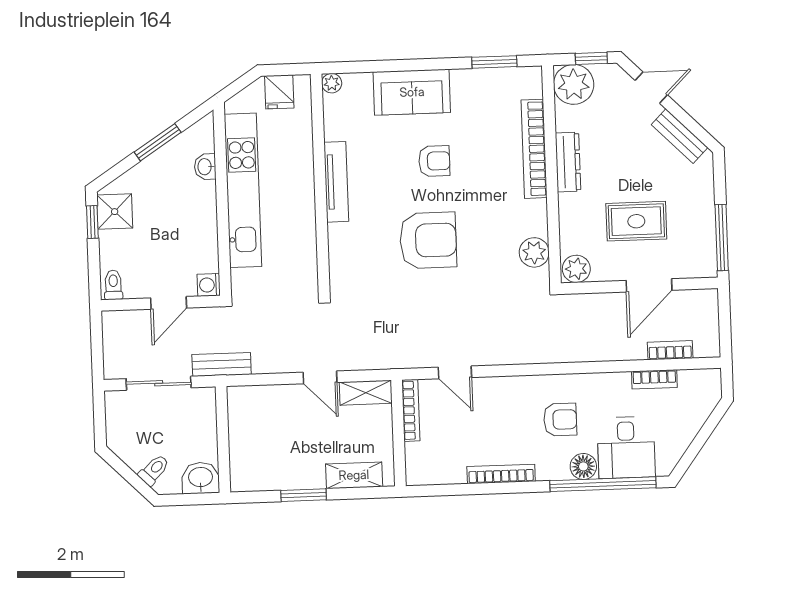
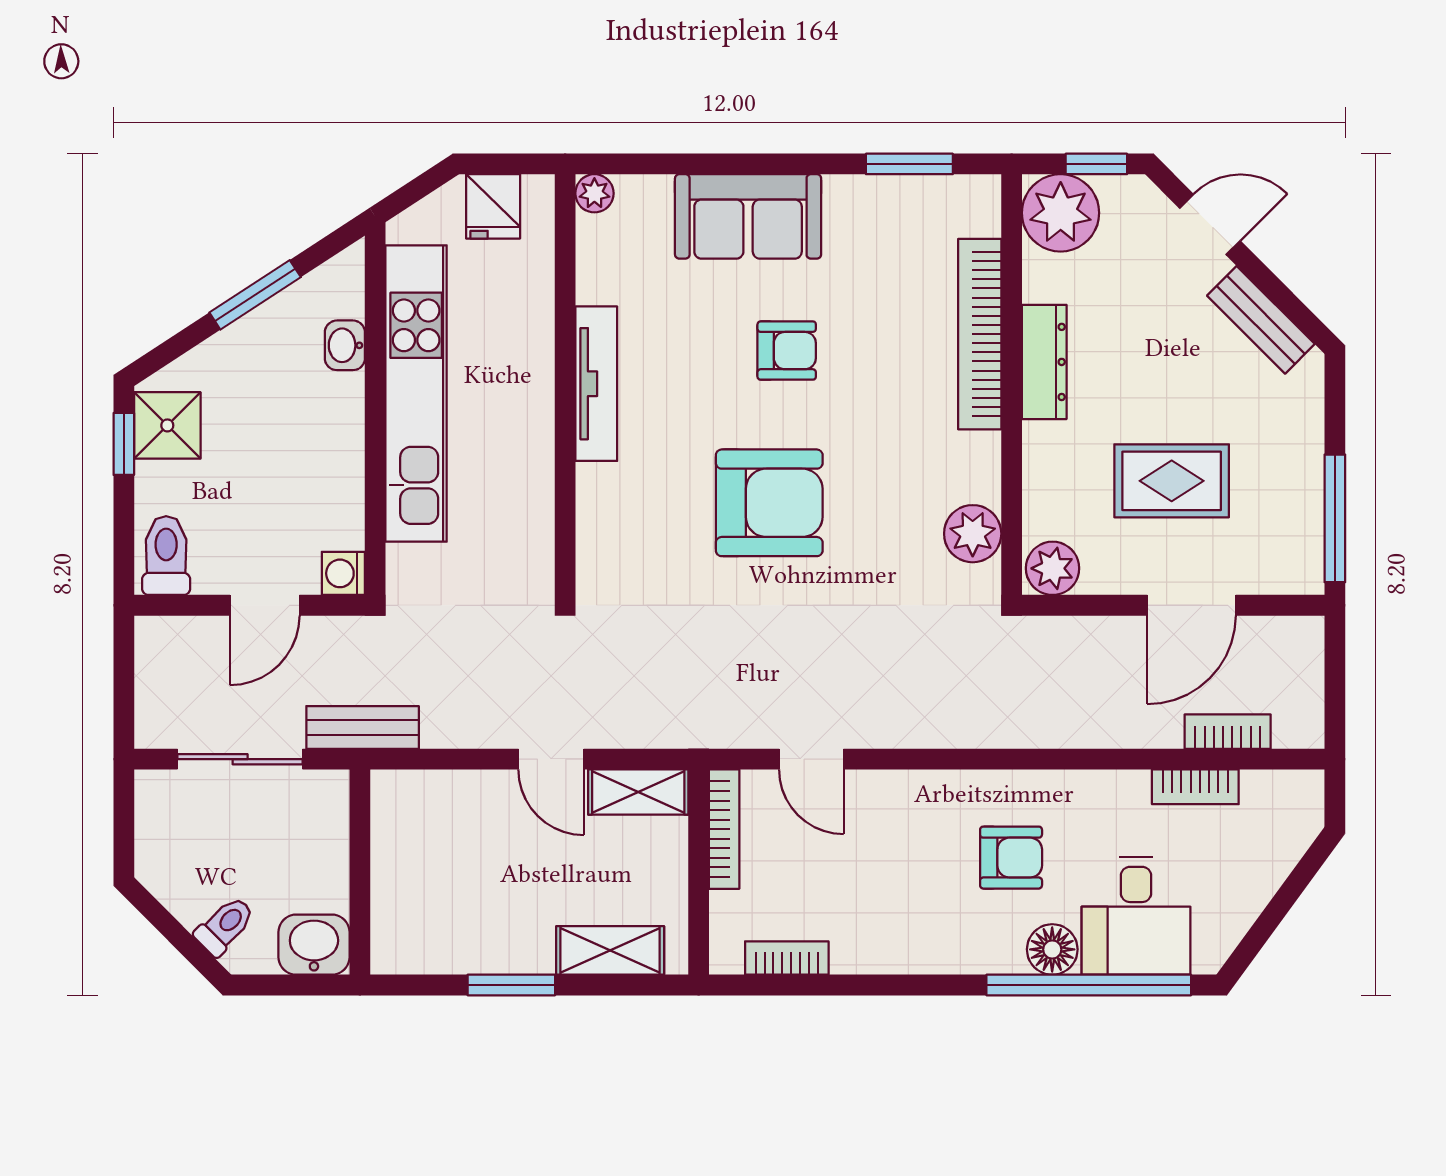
toilet: (113, 285) -> (166, 556), width x1.37, depth x1.39
bookcase: (501, 474) -> (787, 958), moved, width x0.64

